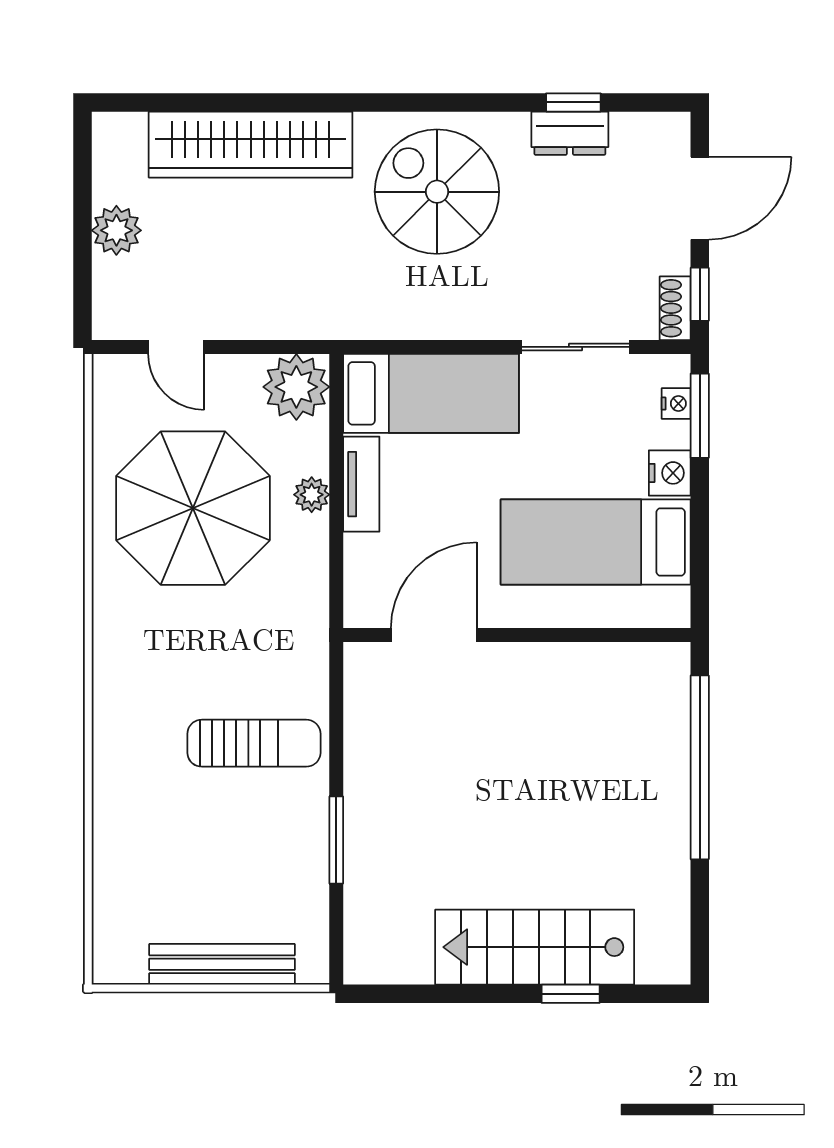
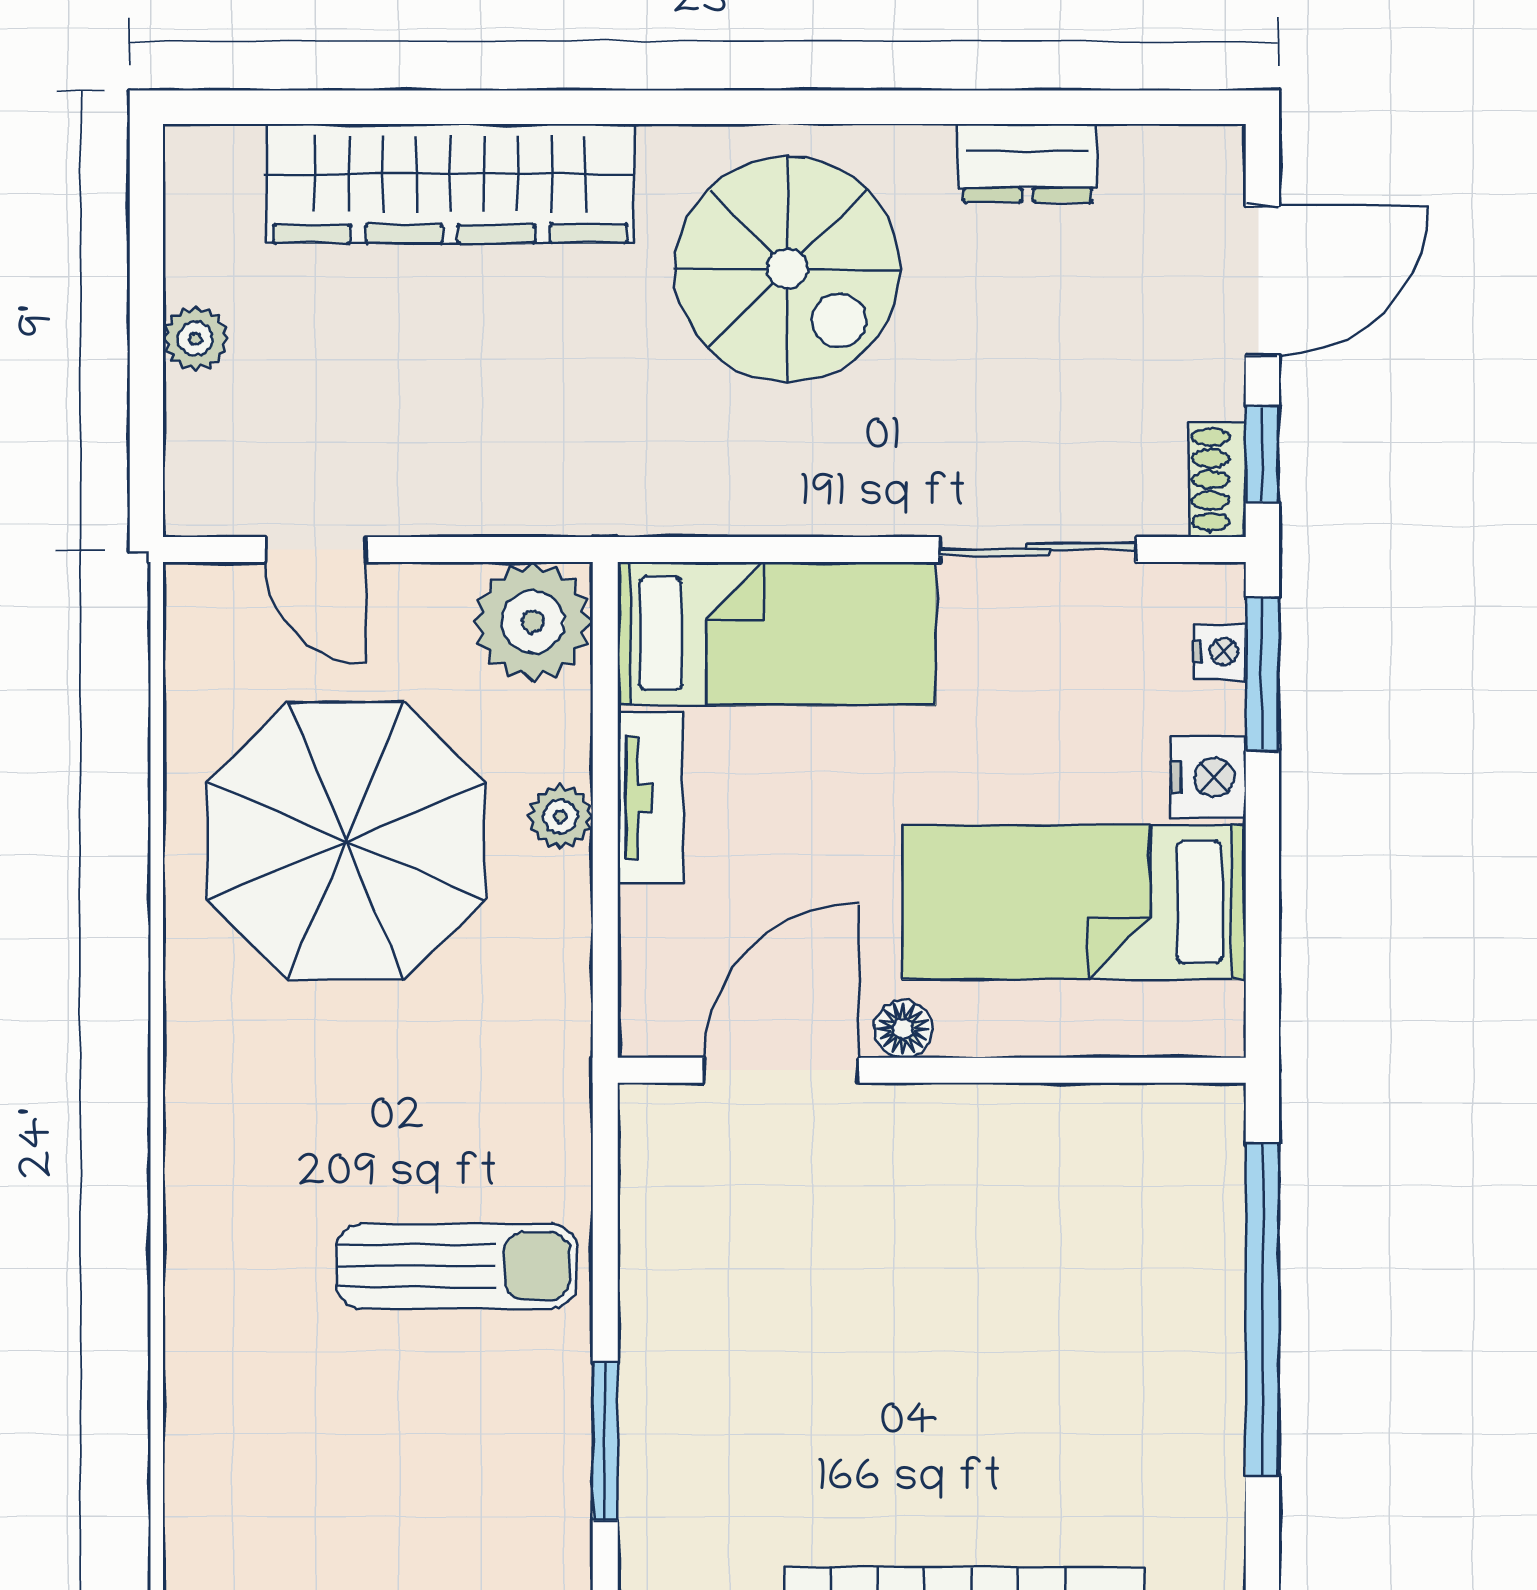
window: (573, 102) -> (1034, 107), removed
spiral stairs: (437, 192) -> (787, 269), turned 180
plant: (116, 230) -> (195, 338), width x0.73, depth x0.73
floor lamp: (501, 612) -> (903, 1029), added

